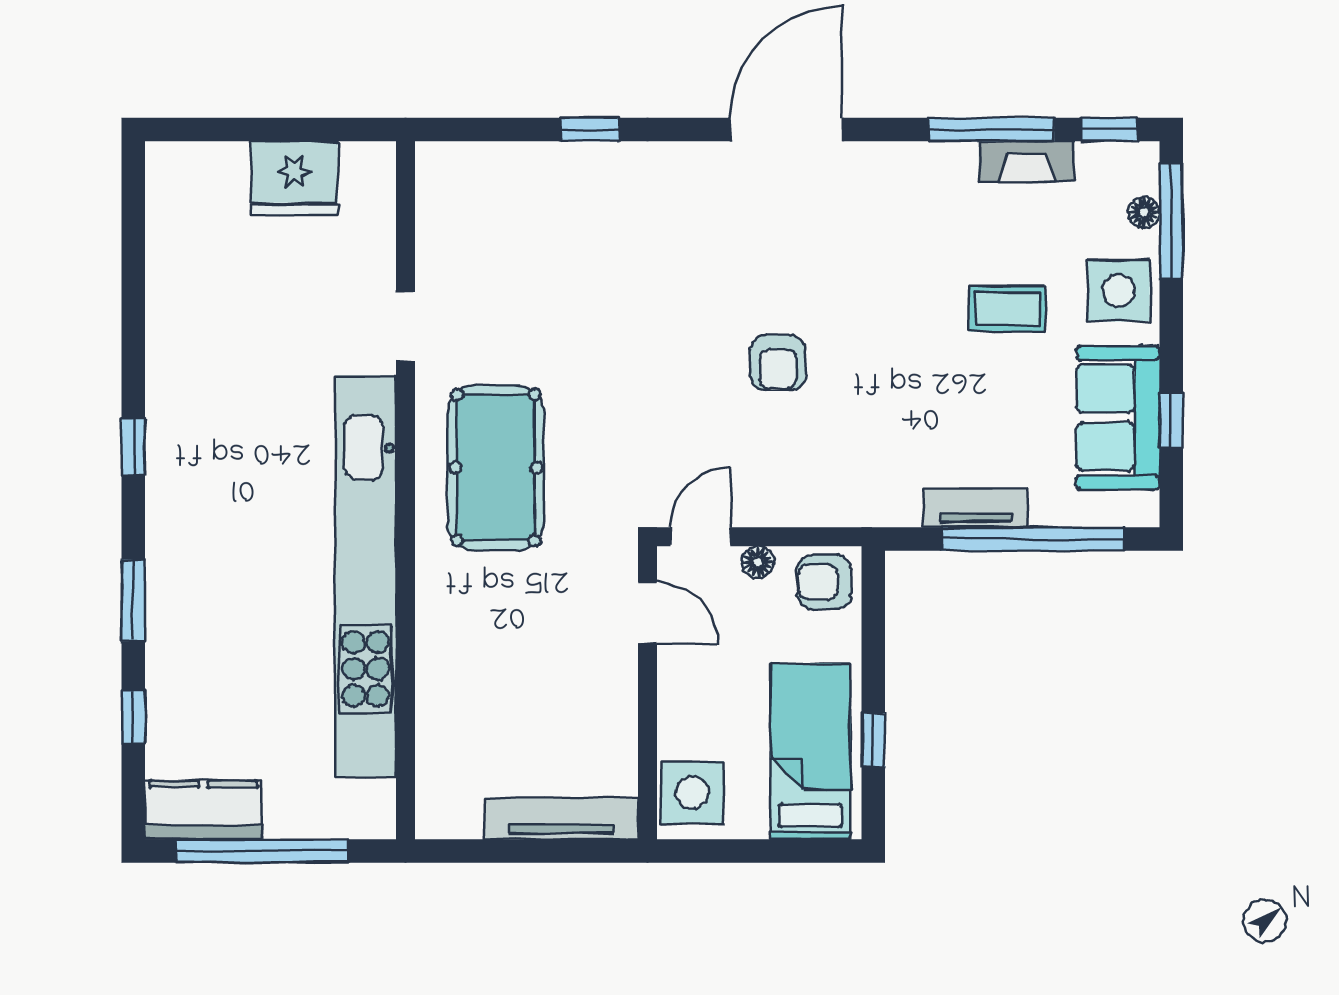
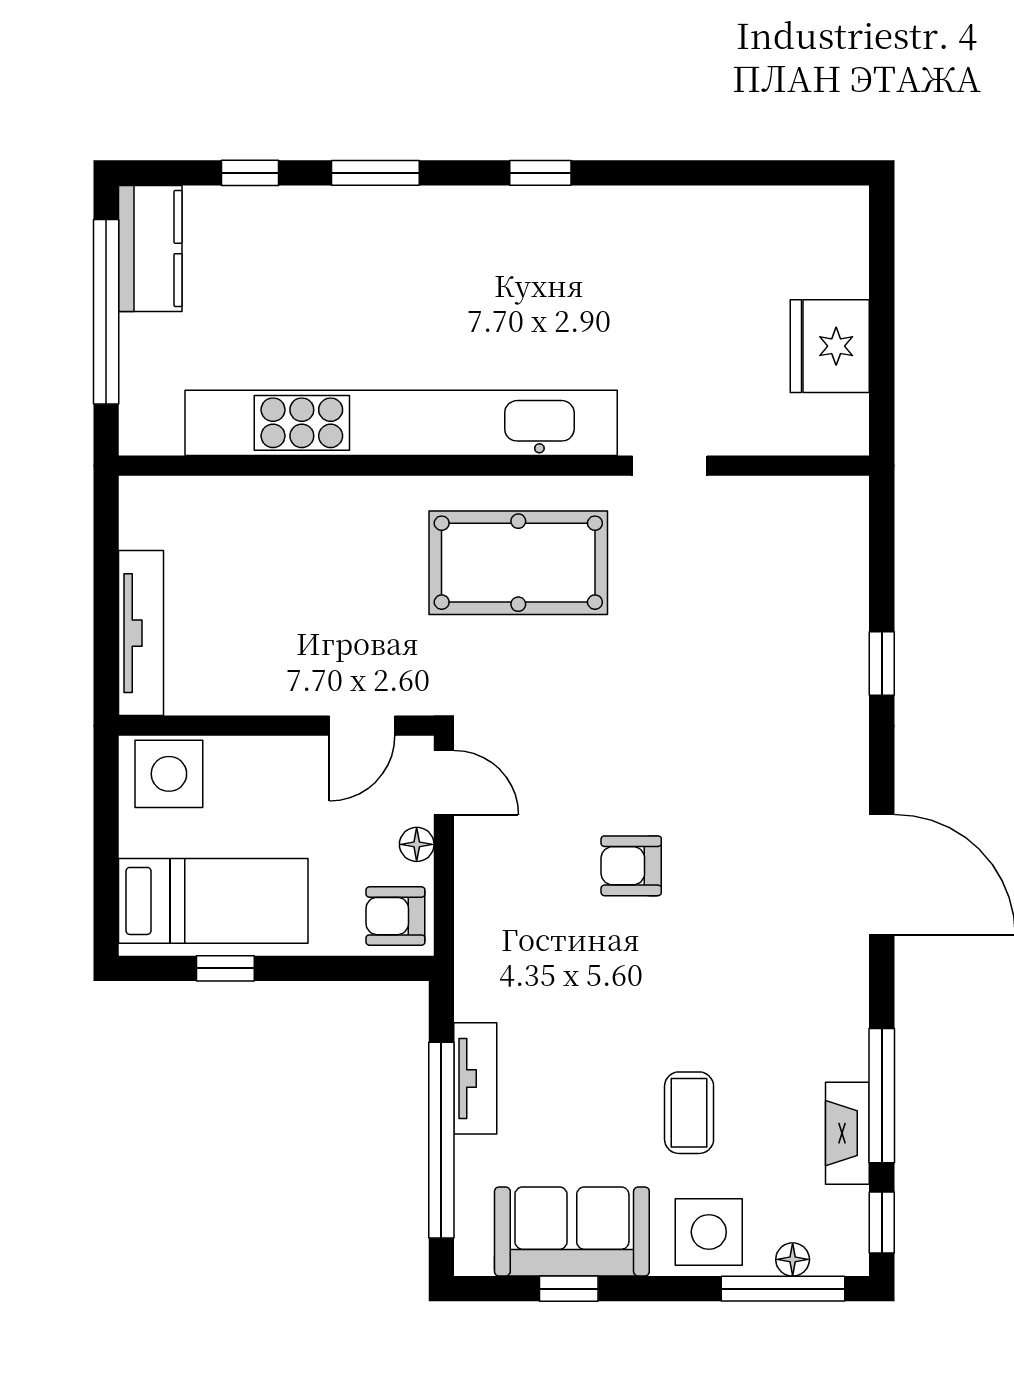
armchair: (825, 582) -> (395, 916), turned -90

